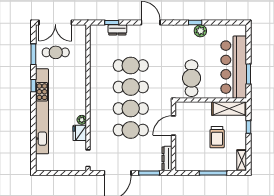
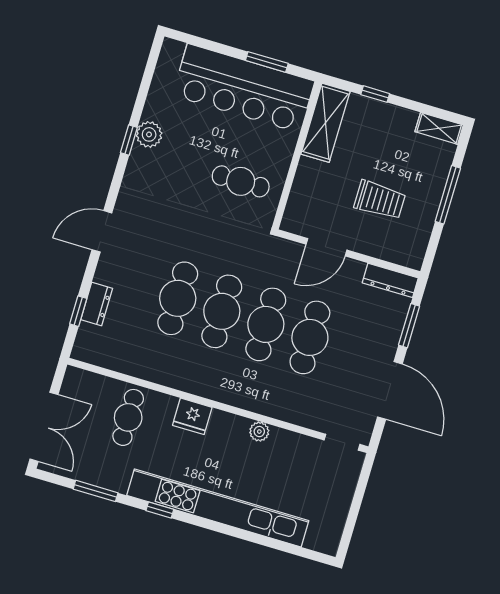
cafe table: (56, 52) -> (128, 417), moved
cafe table: (192, 78) -> (241, 181), width x0.73, depth x0.74
door: (173, 125) -> (326, 247), hinge flipped
fridge: (80, 133) -> (192, 416), moved
trolley: (217, 137) -> (380, 200), moved

